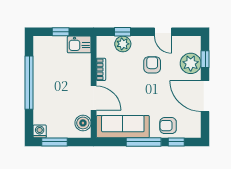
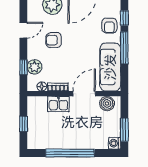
kitchen sink: (79, 44) -> (58, 104), moved, turned 90
floor lamp: (101, 52) -> (42, 87), added

